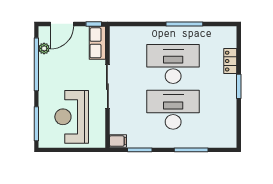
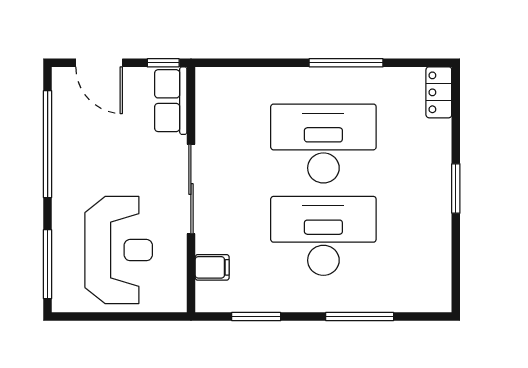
door: (62, 24) -> (99, 63), hinge flipped
plant: (44, 48) -> (63, 112), removed
locker: (230, 61) -> (439, 92), moved
reception desk: (72, 117) -> (119, 250), turned 180
filing cabinet: (118, 141) -> (212, 267), moved

